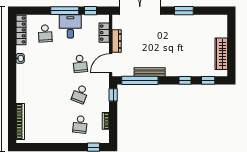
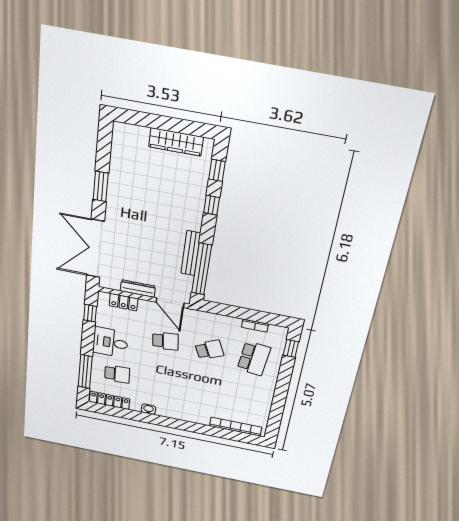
window: (65, 11) -> (85, 372), moved
school desk: (80, 94) -> (209, 350), turned -45
window: (113, 95) -> (218, 309), removed
school desk: (80, 124) -> (254, 358), width x1.85

